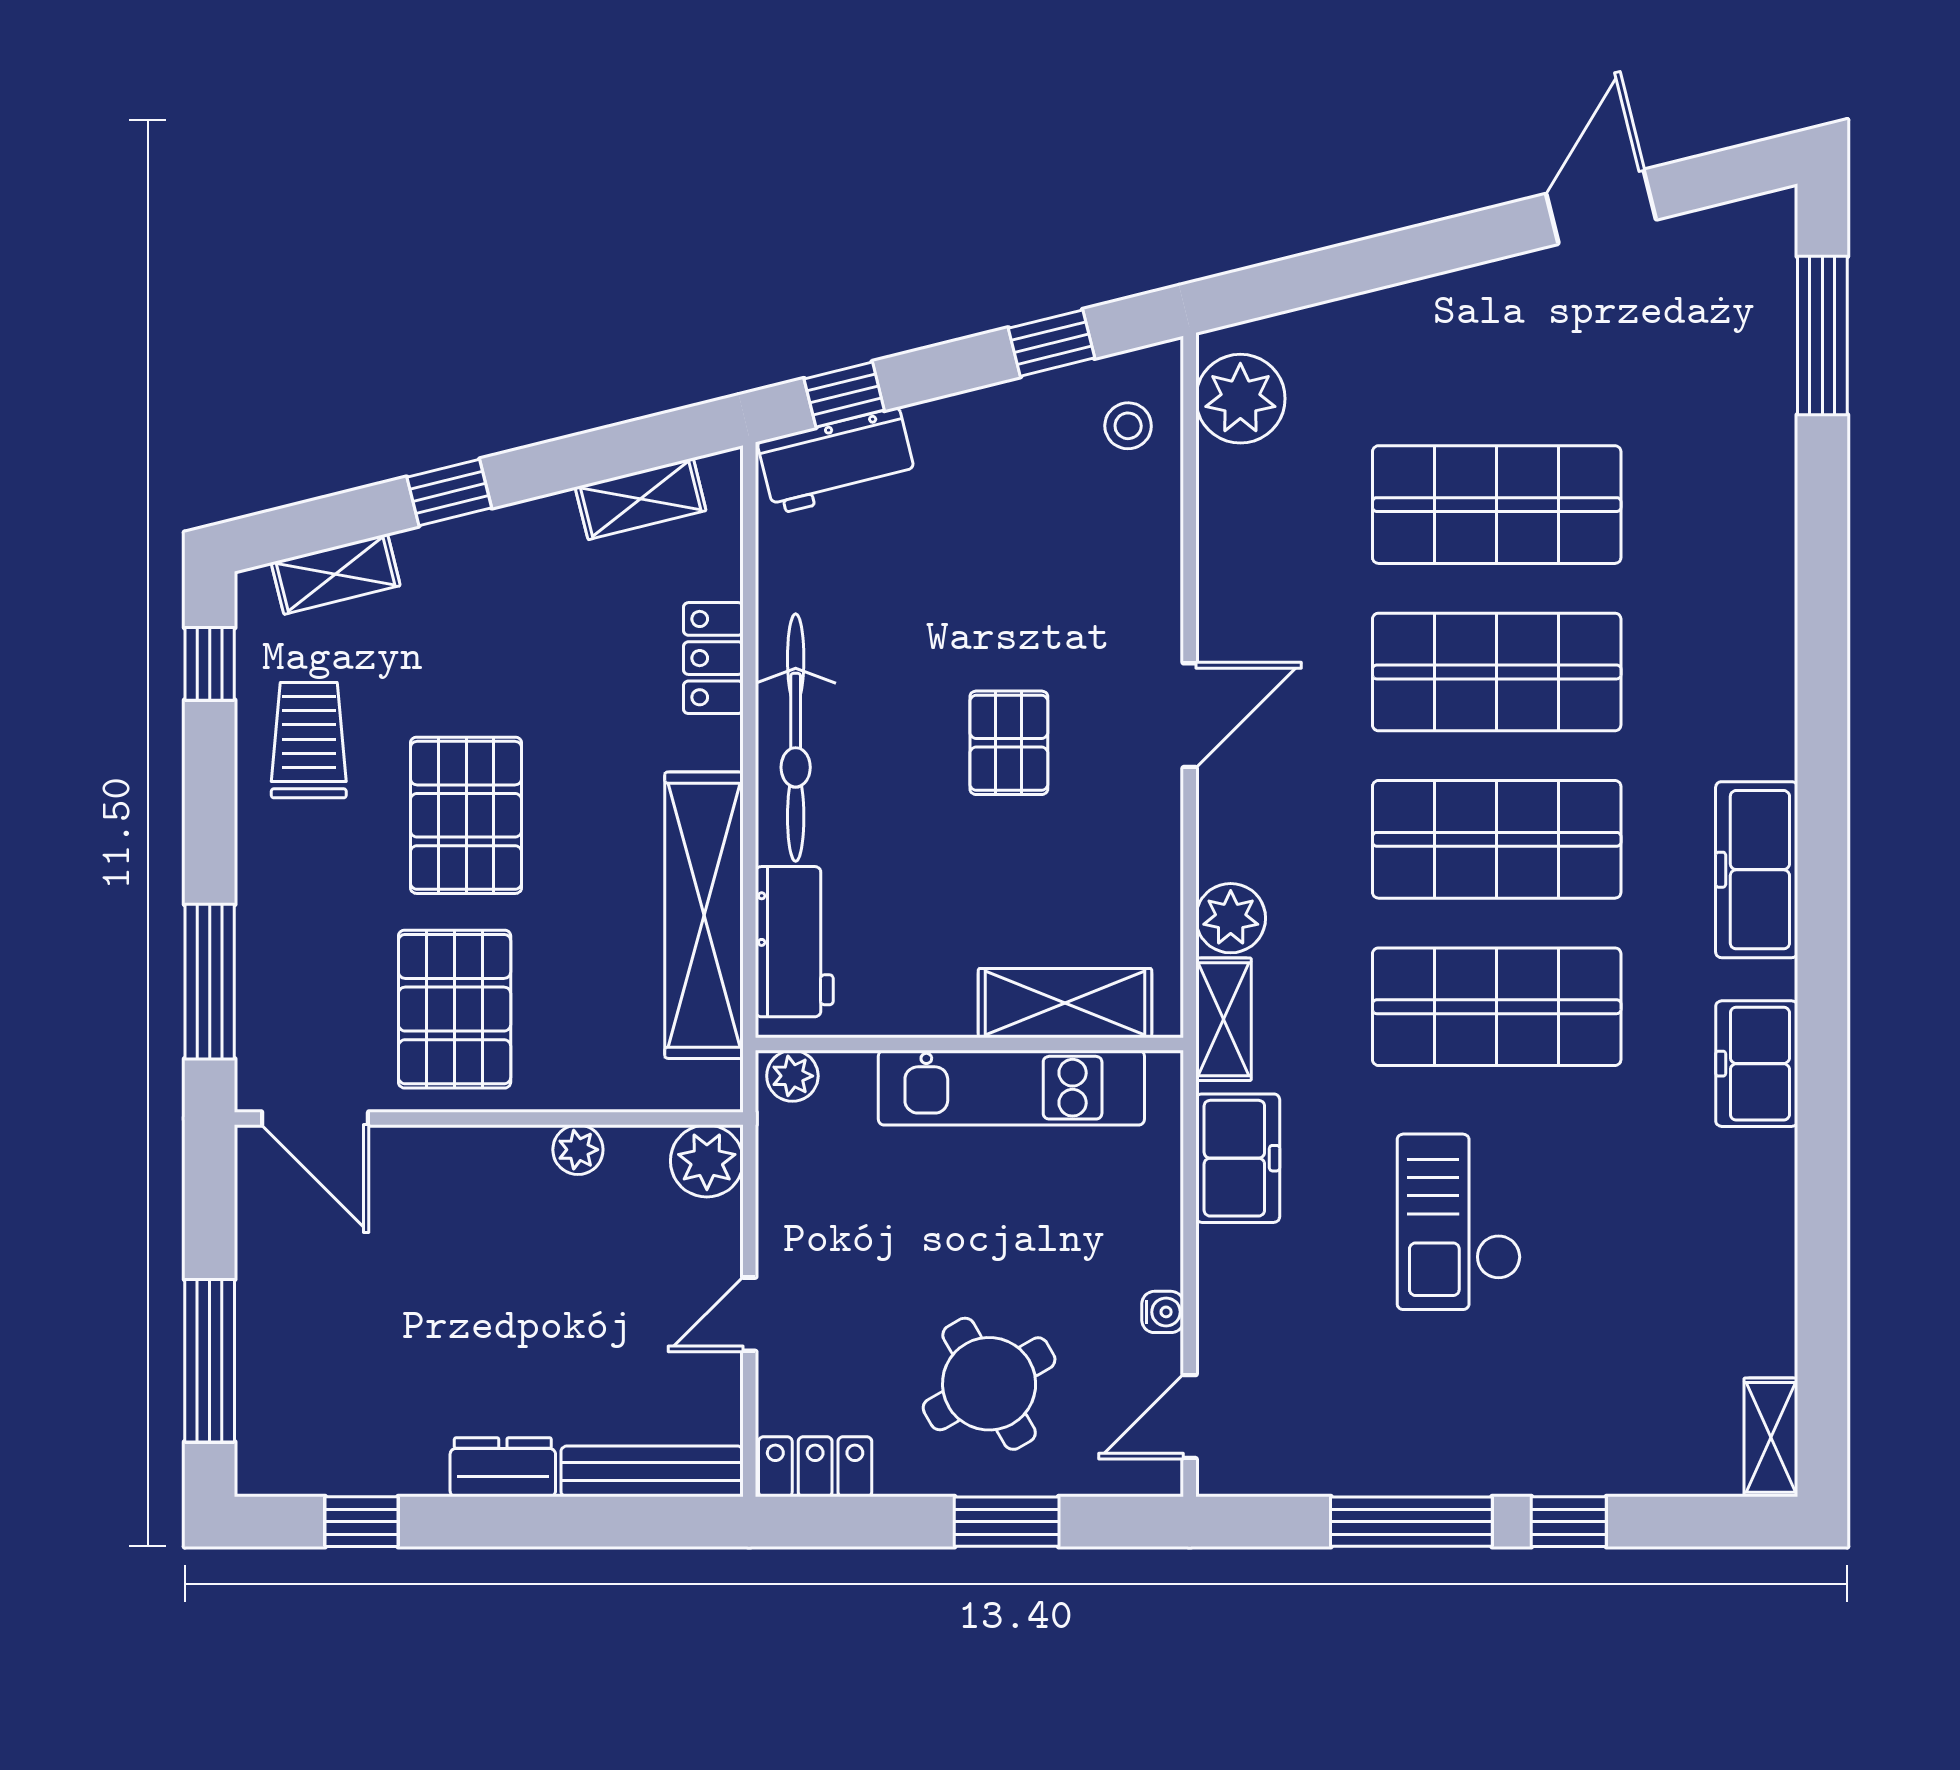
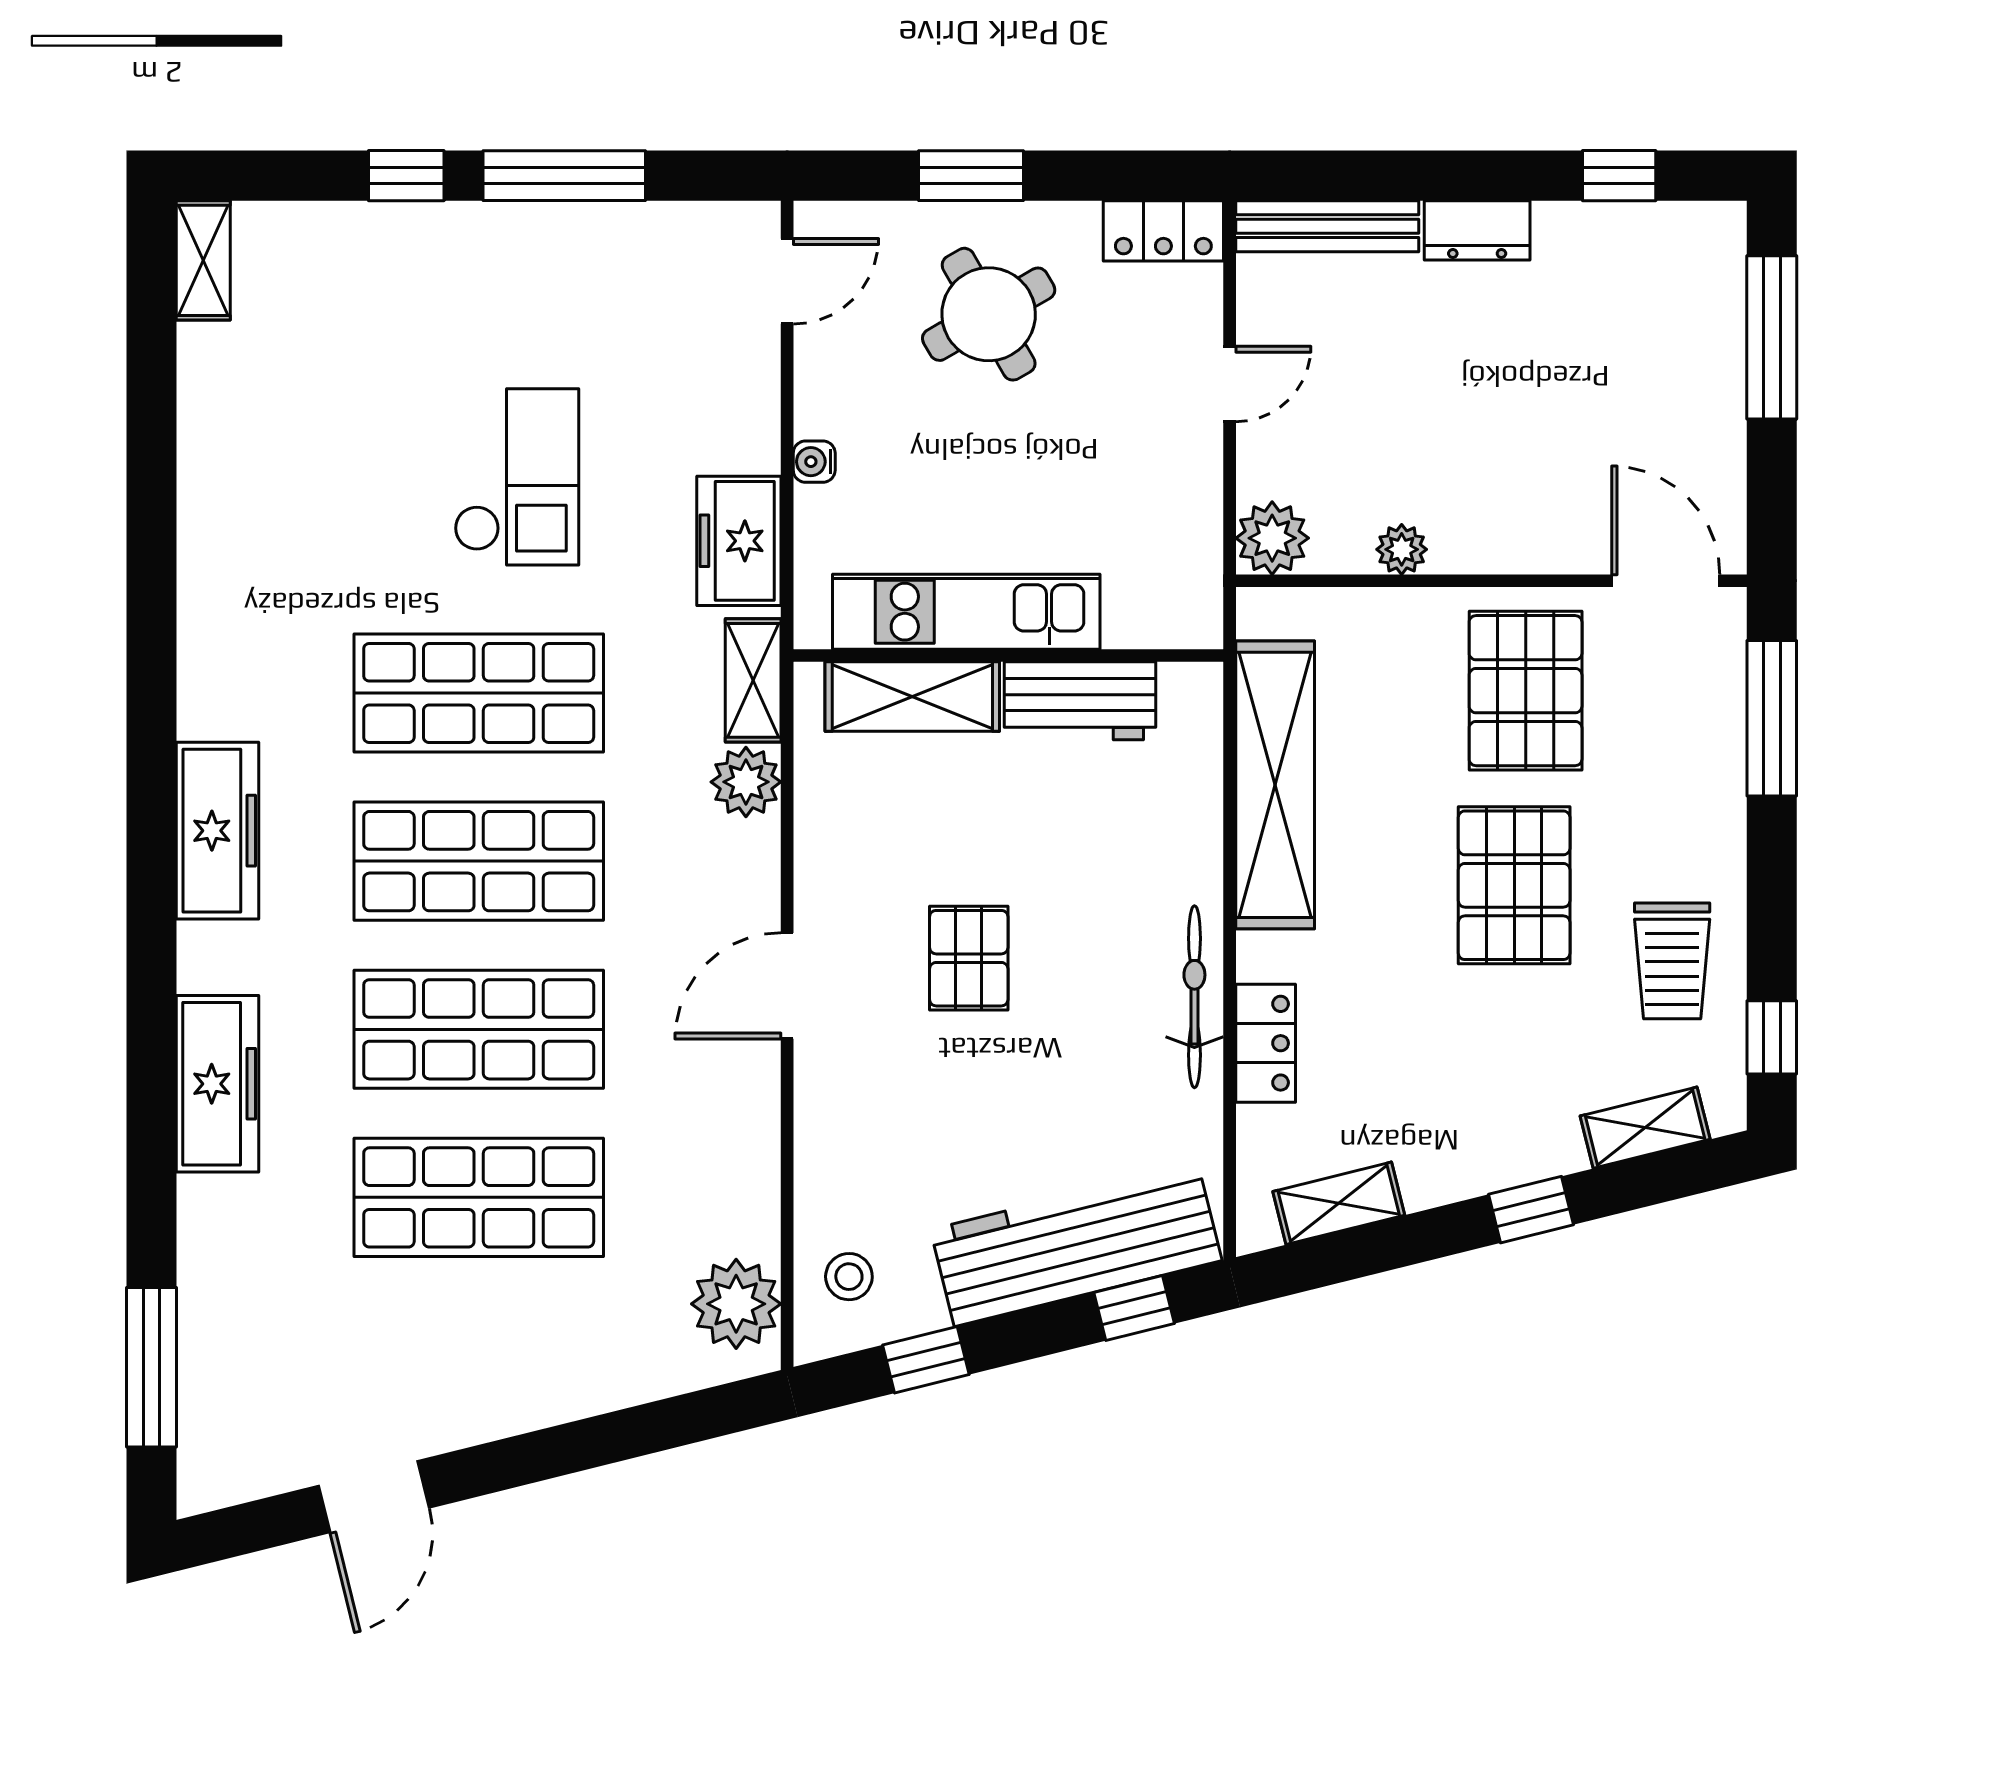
workbench: (837, 461) -> (1076, 1245), width x1.88, depth x1.32
bicycle: (796, 738) -> (1194, 997), width x0.73, depth x0.71
workbench: (794, 942) -> (1080, 701), moved, turned -90
freezer: (1757, 1064) -> (217, 1084), moved, width x1.40
plant: (792, 1076) -> (1186, 624), removed
water cooler: (1163, 1312) -> (814, 462), moved

